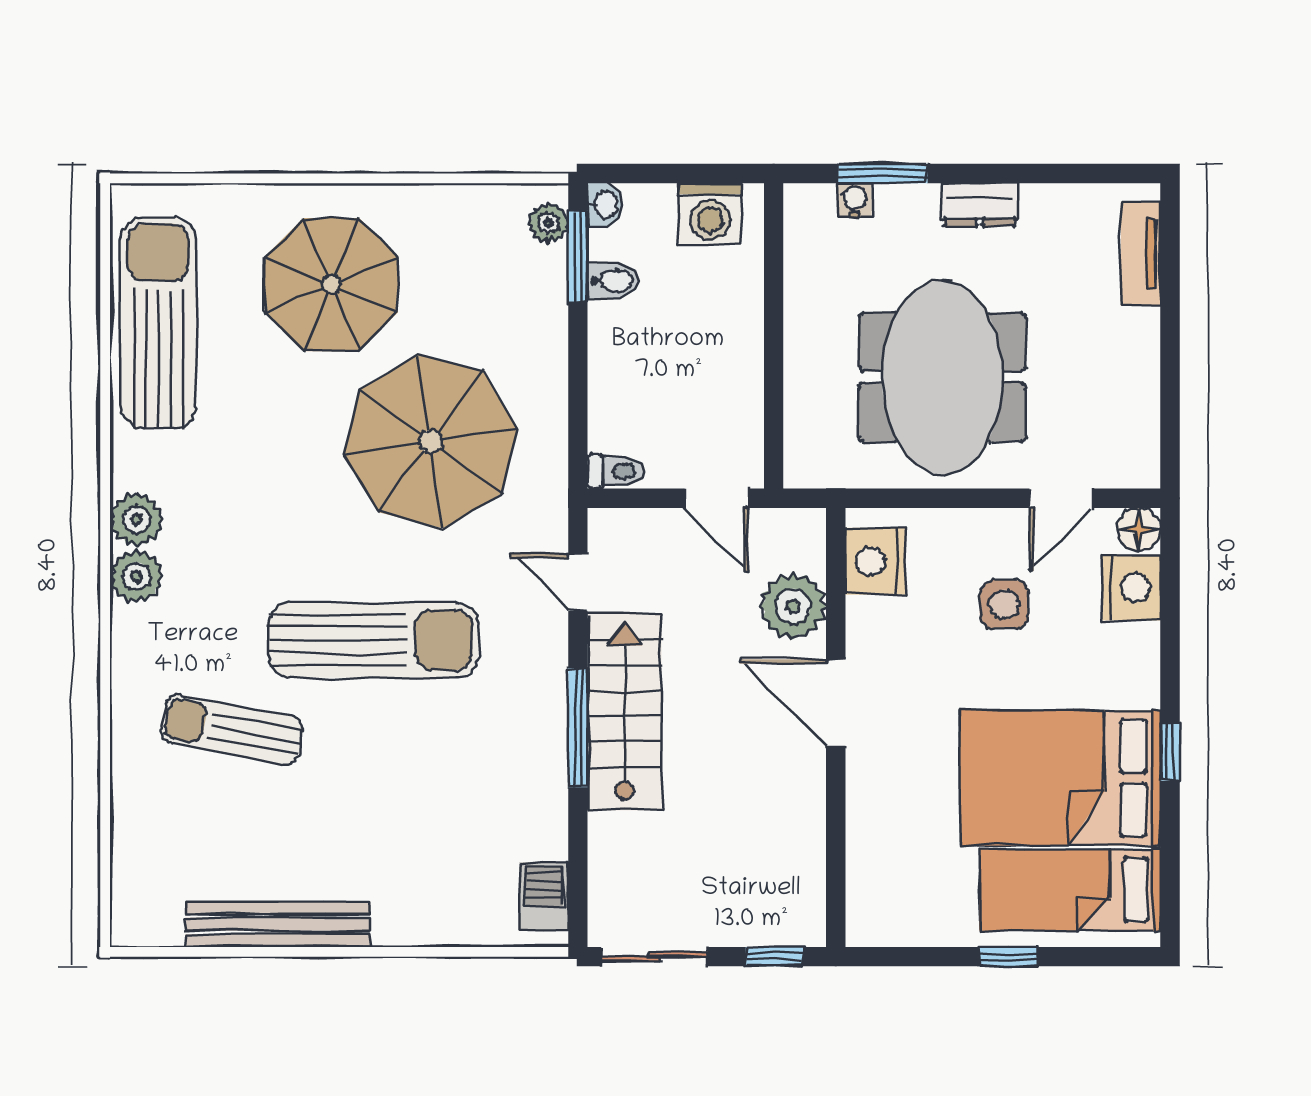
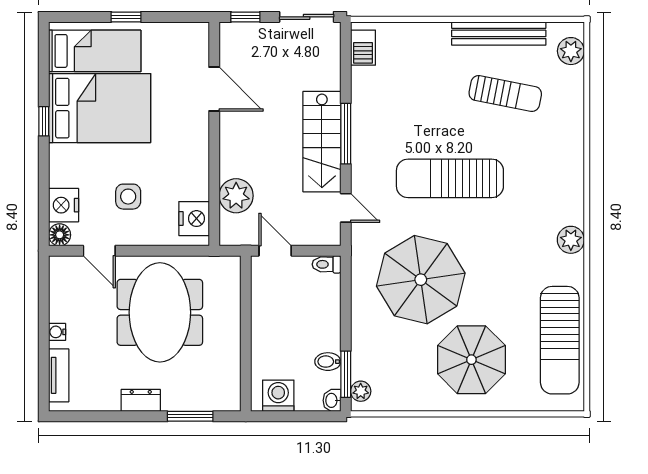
water cooler: (855, 200) -> (57, 332), moved, turned 90
door: (1061, 498) -> (99, 251), swing flipped
plant: (136, 576) -> (571, 51), moved
door: (836, 703) -> (214, 89), moved
sun lounger: (232, 730) -> (505, 94), moved

